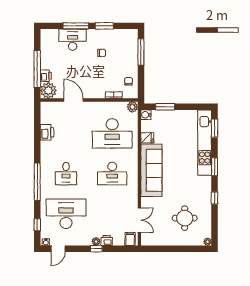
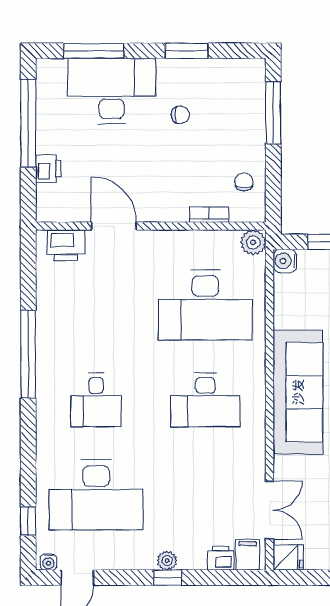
window: (76, 26) -> (94, 51), moved
desk: (73, 40) -> (112, 91), width x1.36, depth x1.30
window: (37, 69) -> (28, 123), moved
plant: (48, 90) -> (54, 204), removed
printer: (47, 132) -> (66, 245), moved, turned 90
fridge: (147, 138) -> (288, 558), moved
window: (37, 182) -> (28, 354), moved
desk: (66, 214) -> (96, 495), turned 180
printer: (107, 240) -> (221, 558), moved

